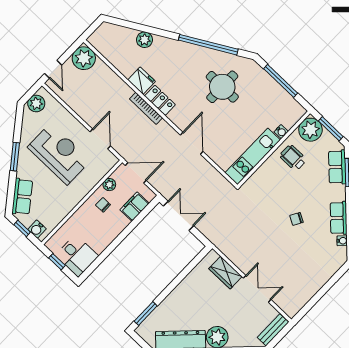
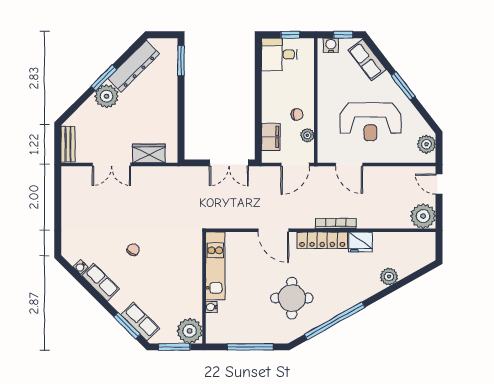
locker: (160, 100) -> (322, 240), width x1.53
wheelchair: (293, 158) -> (182, 295), removed

